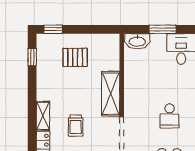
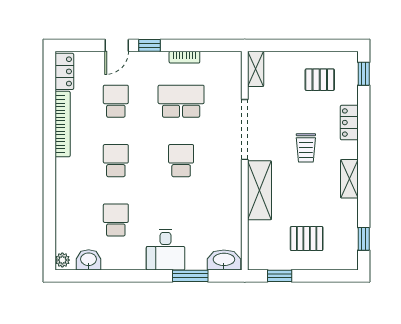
window: (53, 29) -> (280, 276), moved
shelving: (43, 116) -> (349, 179), moved
trolley: (76, 126) -> (306, 148), turned 180

